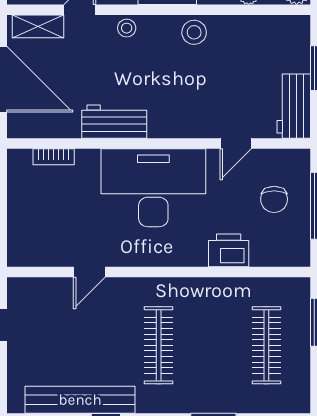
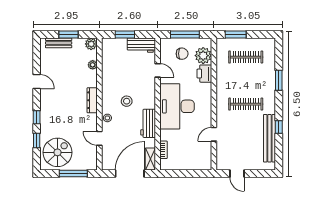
shelving: (38, 26) -> (150, 159), moved
stool: (194, 32) -> (127, 101), moved
plant: (270, 248) -> (203, 56), added
door: (89, 272) -> (214, 134), swing flipped

